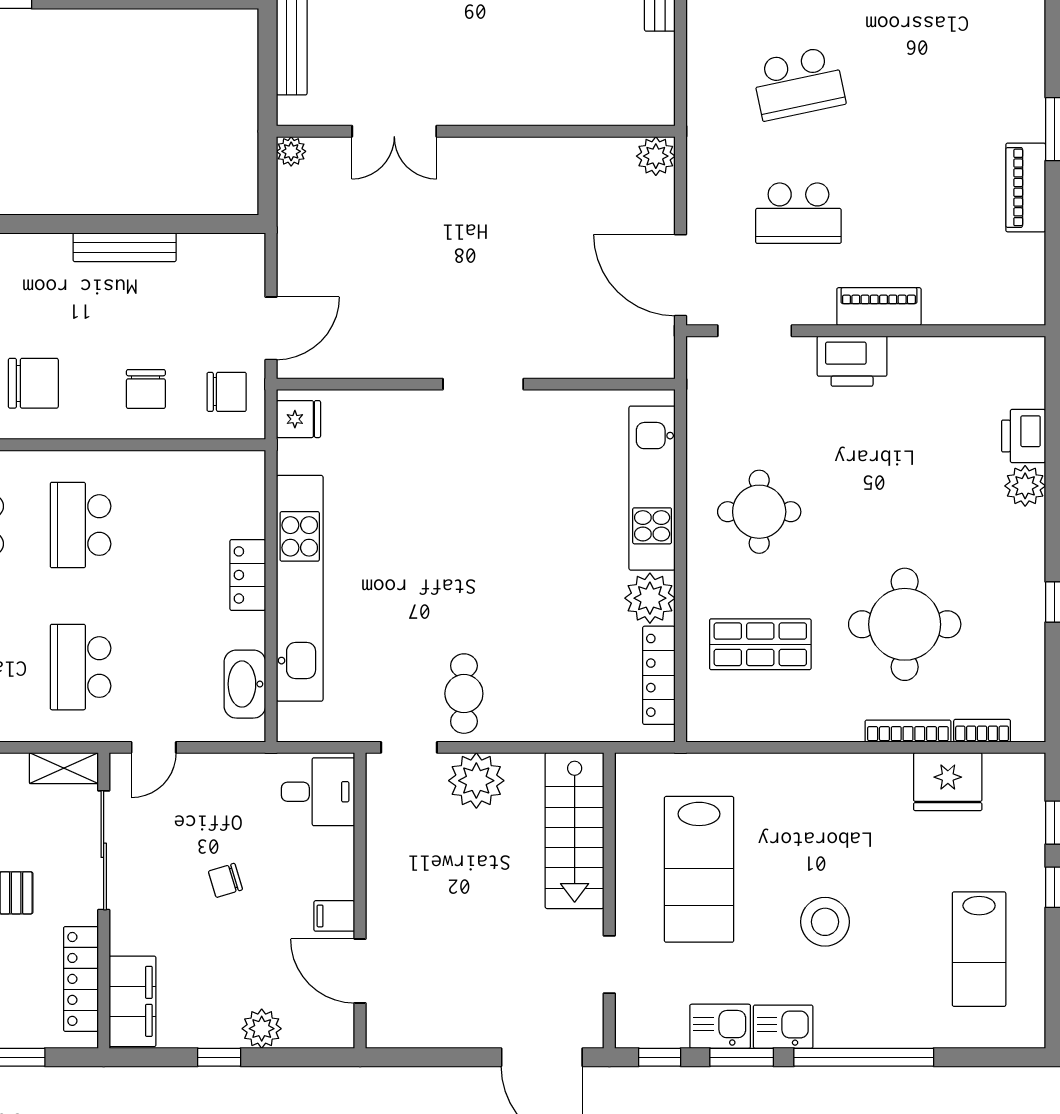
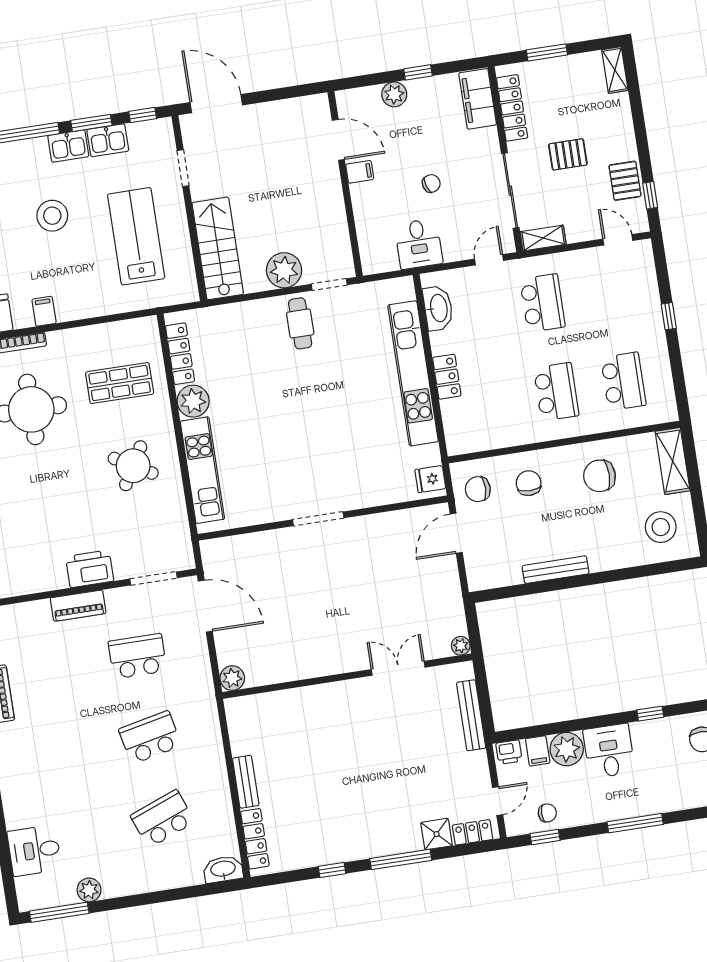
round table: (759, 512) -> (133, 466), turned 30
filing cabinet: (861, 774) -> (44, 311), added
desk: (318, 792) -> (419, 244), moved, turned -90

